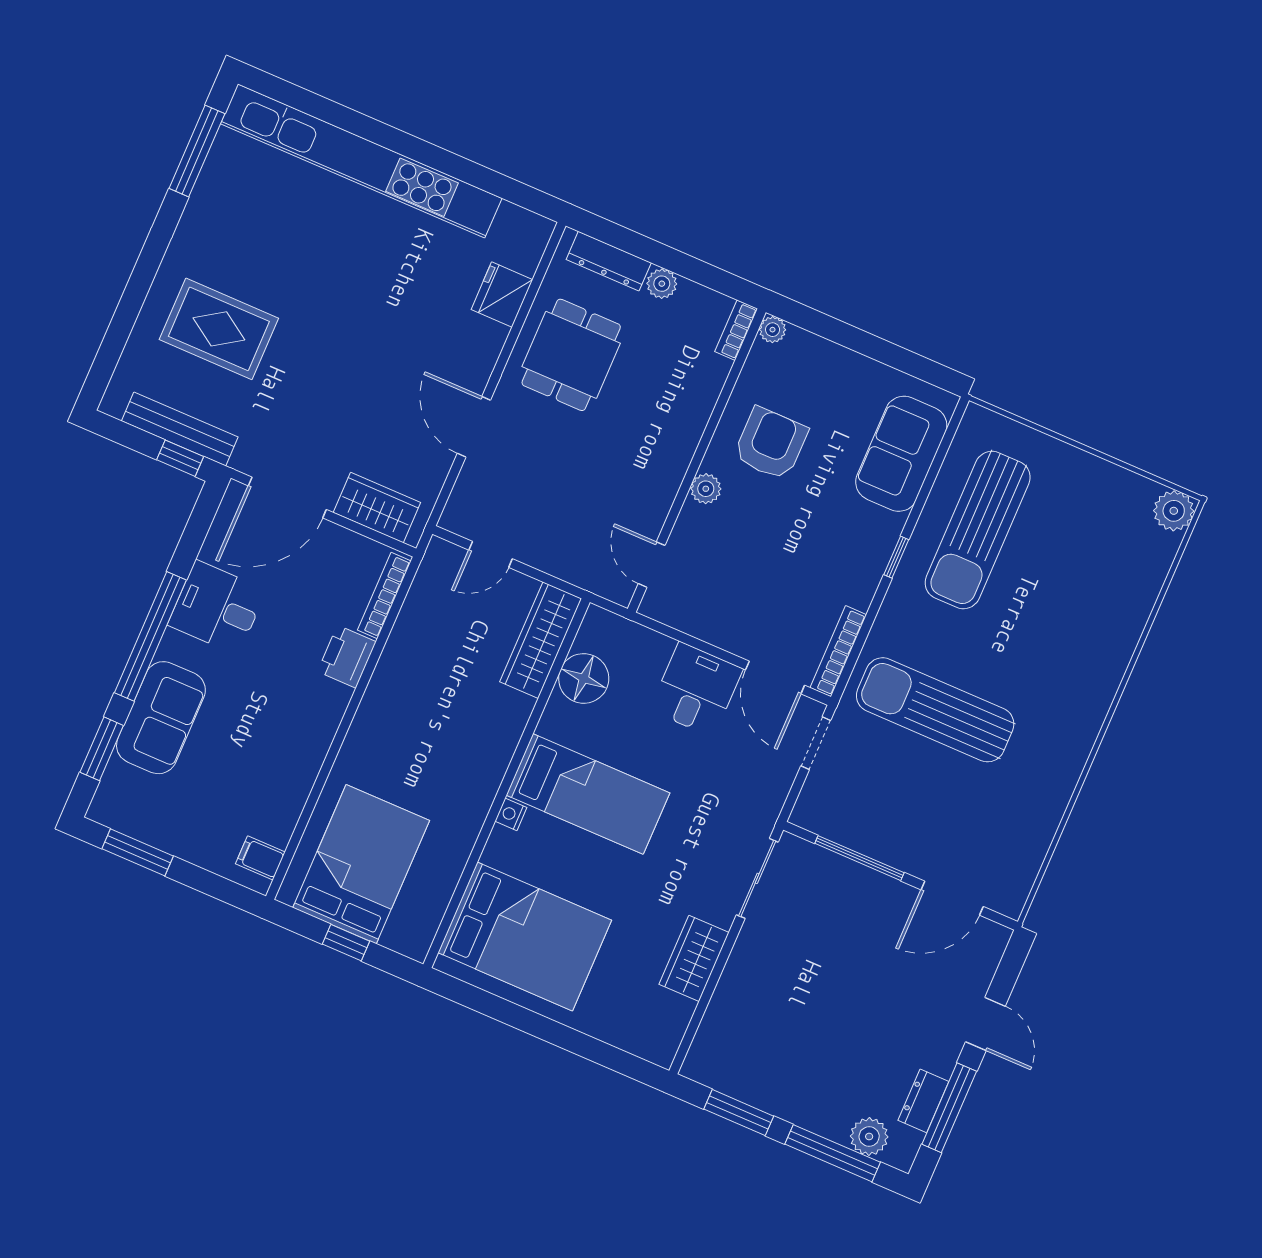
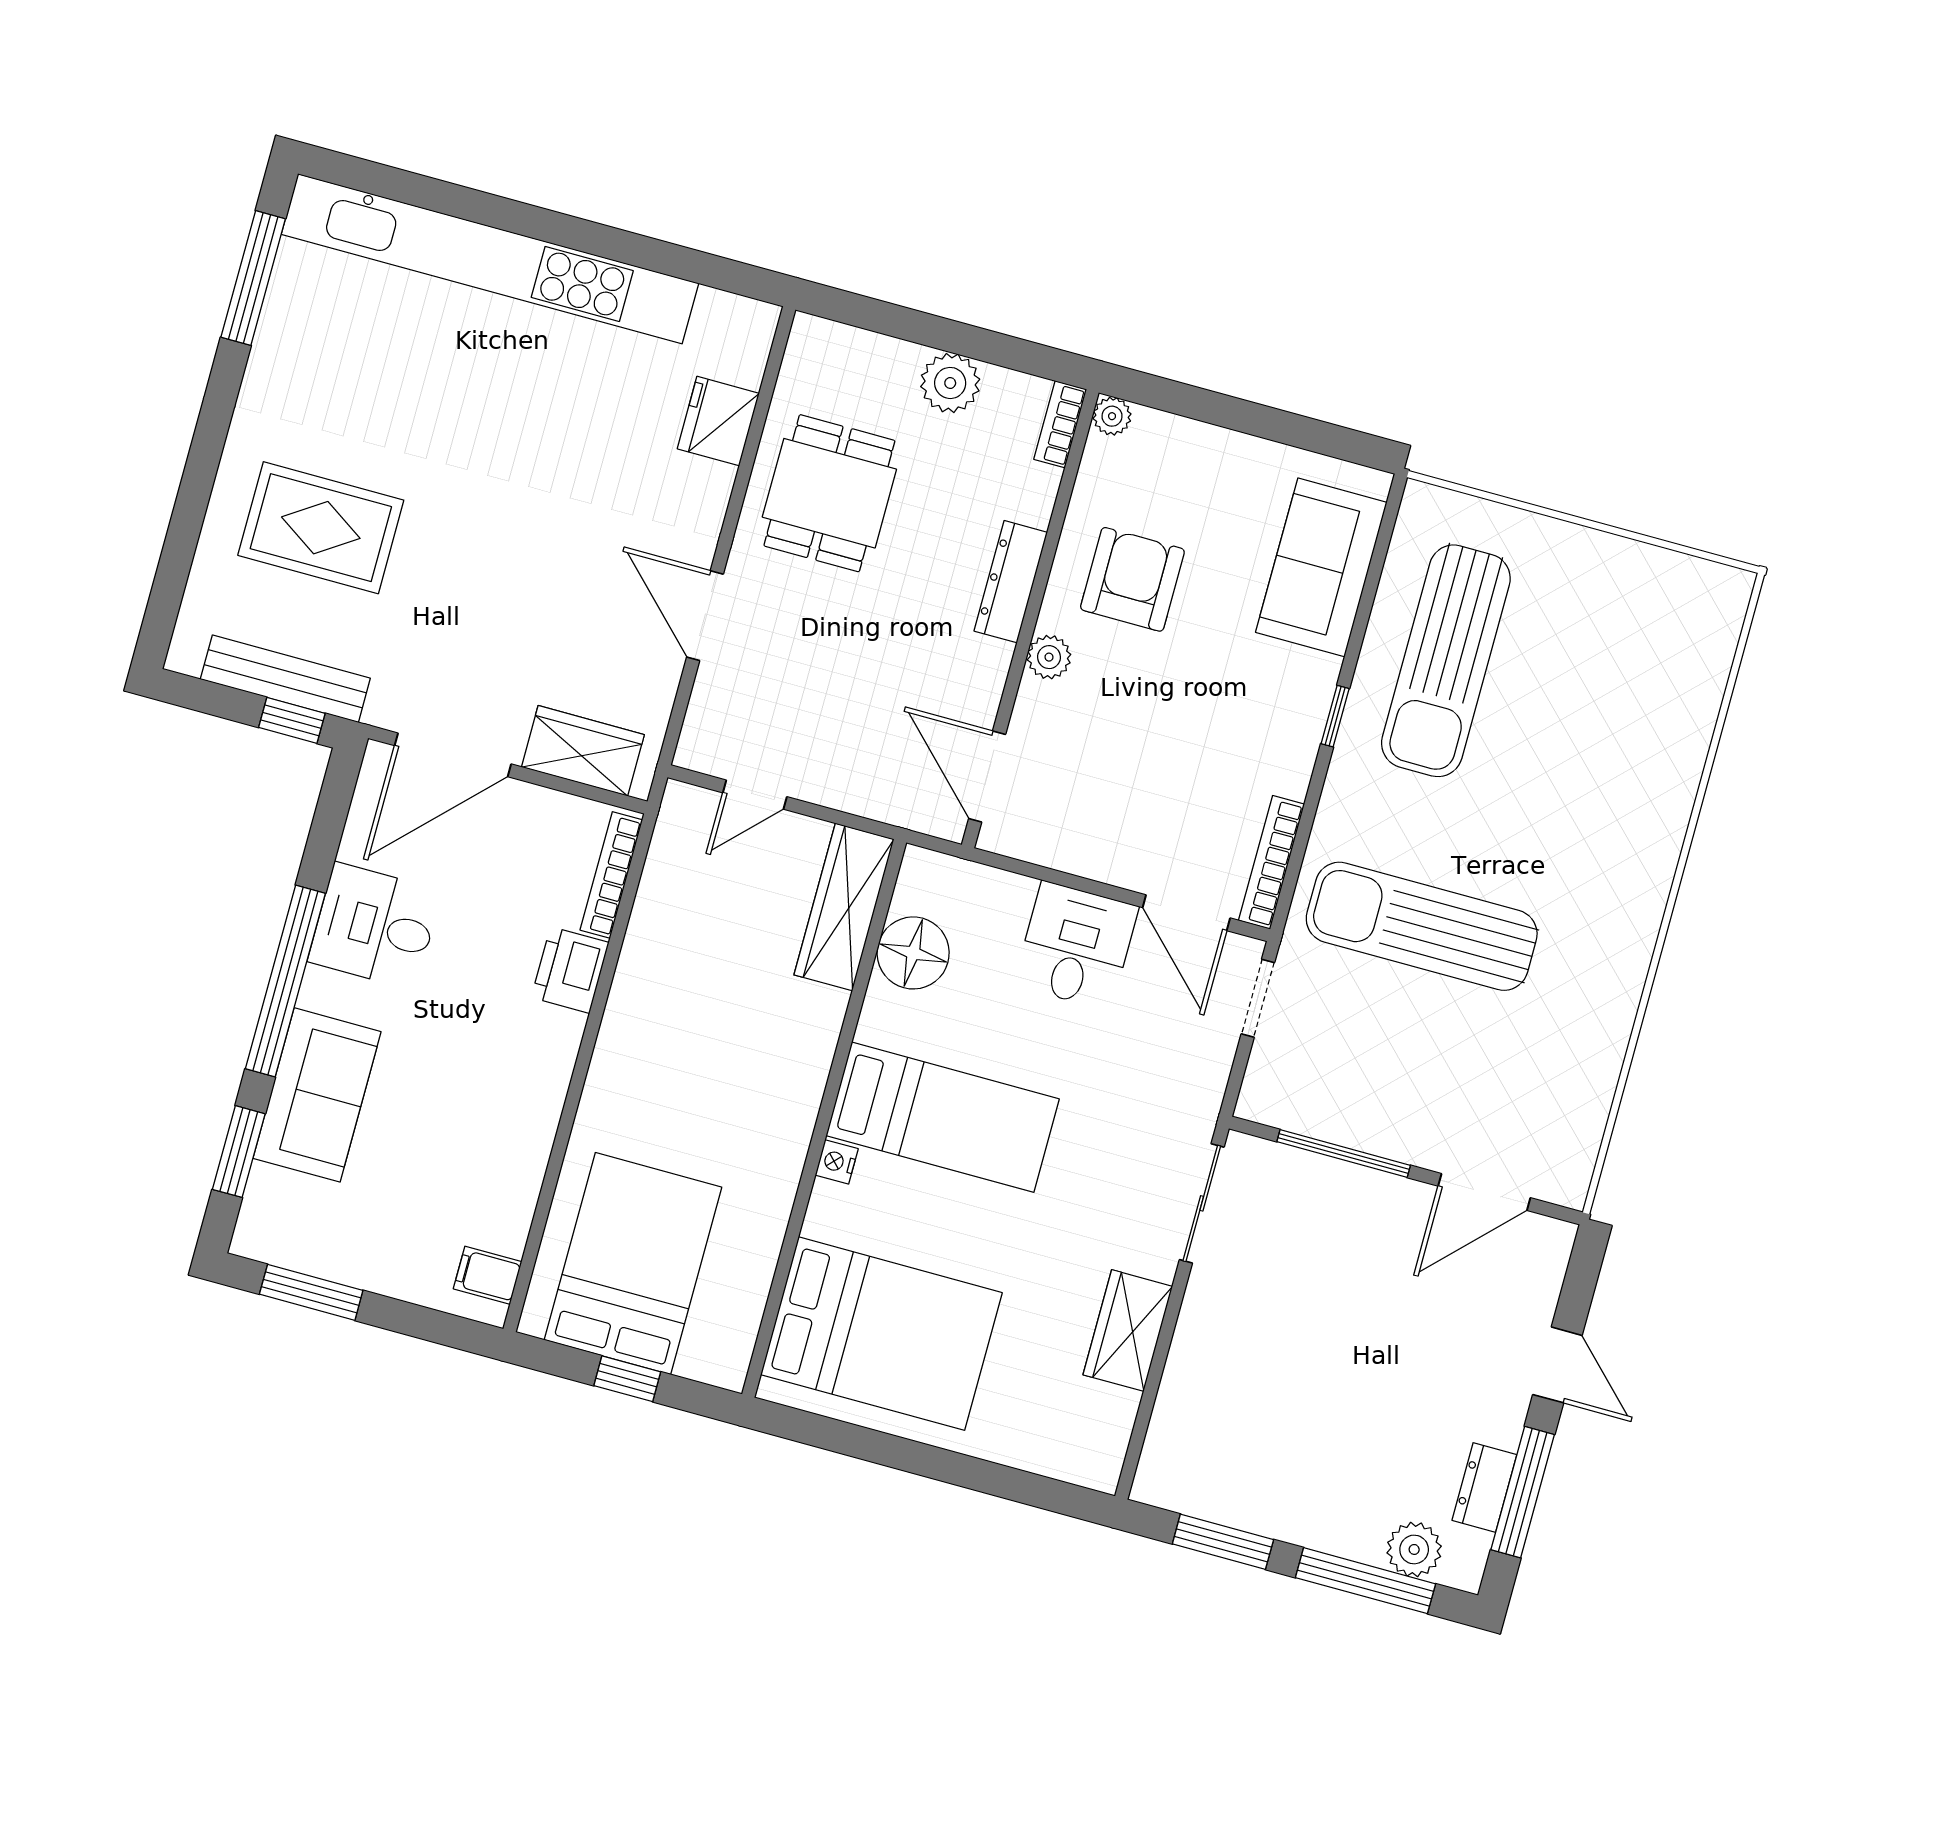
dresser: (609, 261) -> (1011, 582), moved, turned 90
plant: (662, 284) -> (950, 383), width x1.38, depth x1.38
plant: (1174, 511) -> (1722, 594), removed
door: (652, 565) -> (987, 777), width x1.38

